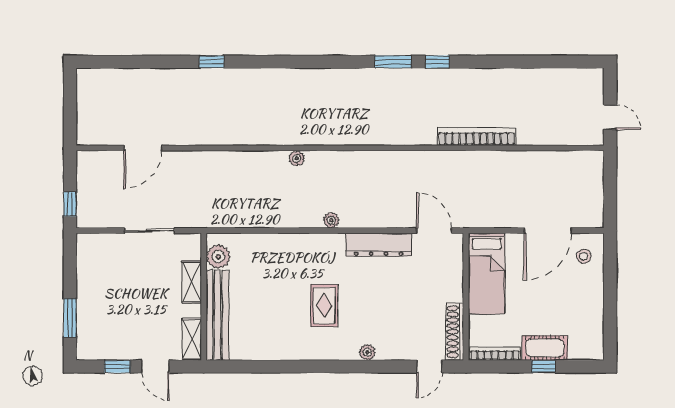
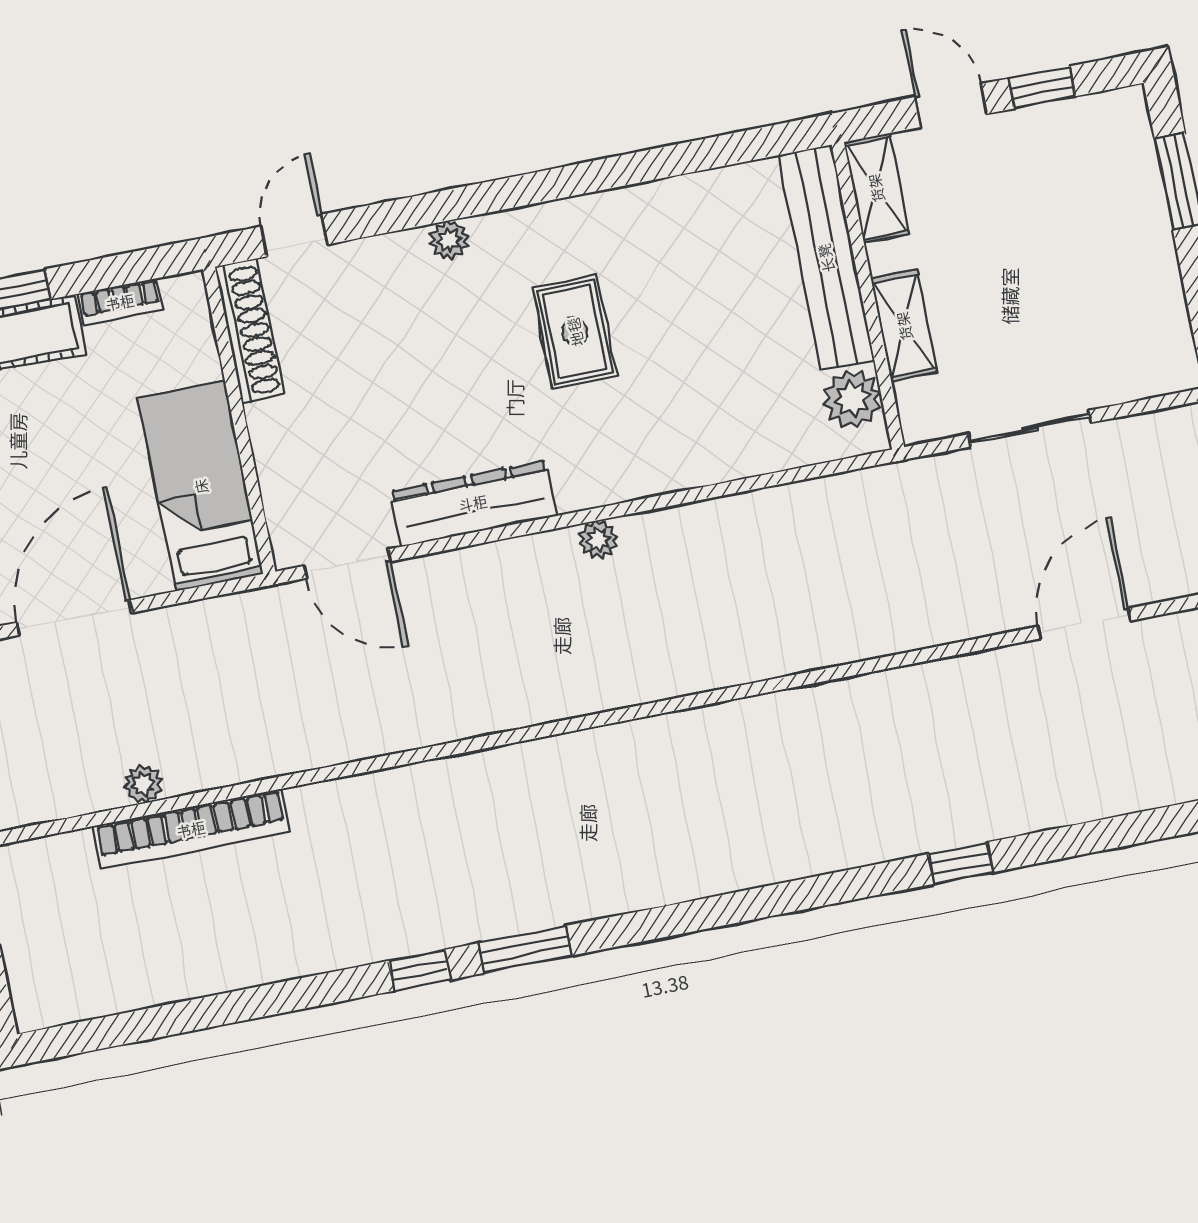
bookcase: (477, 137) -> (191, 829), moved
plant: (297, 158) -> (143, 784), moved
bookcase: (495, 354) -> (120, 302), width x0.64

